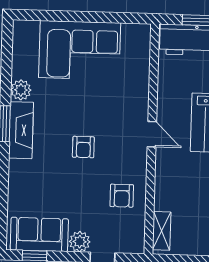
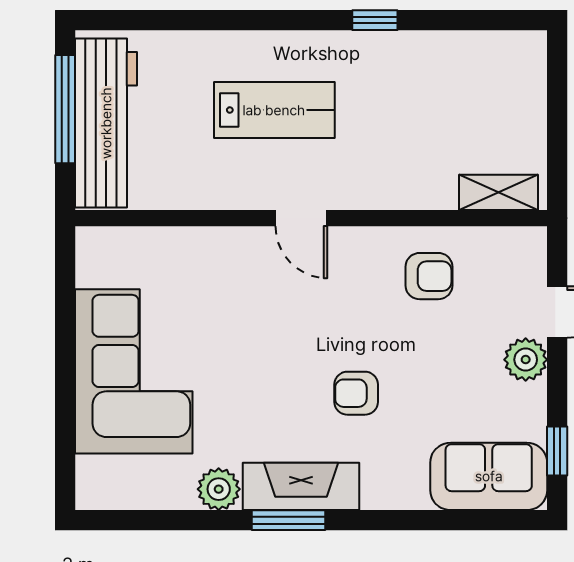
door: (152, 134) -> (301, 218), swing flipped
armchair: (83, 147) -> (356, 393), moved, turned 180
sofa: (39, 234) -> (489, 476), moved, turned 90

